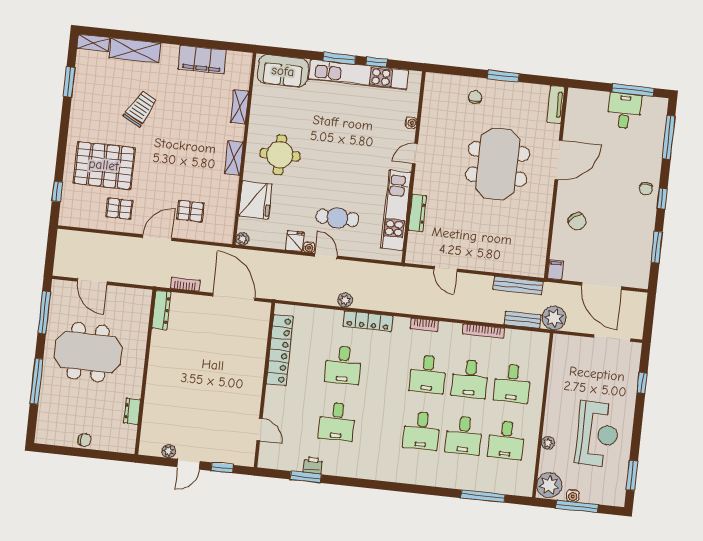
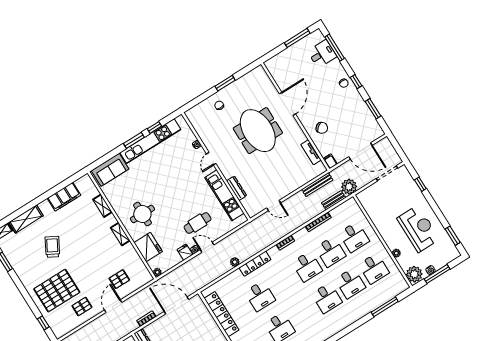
tv unit: (556, 104) -> (311, 152), moved
desk: (624, 111) -> (322, 54), moved, turned 90

